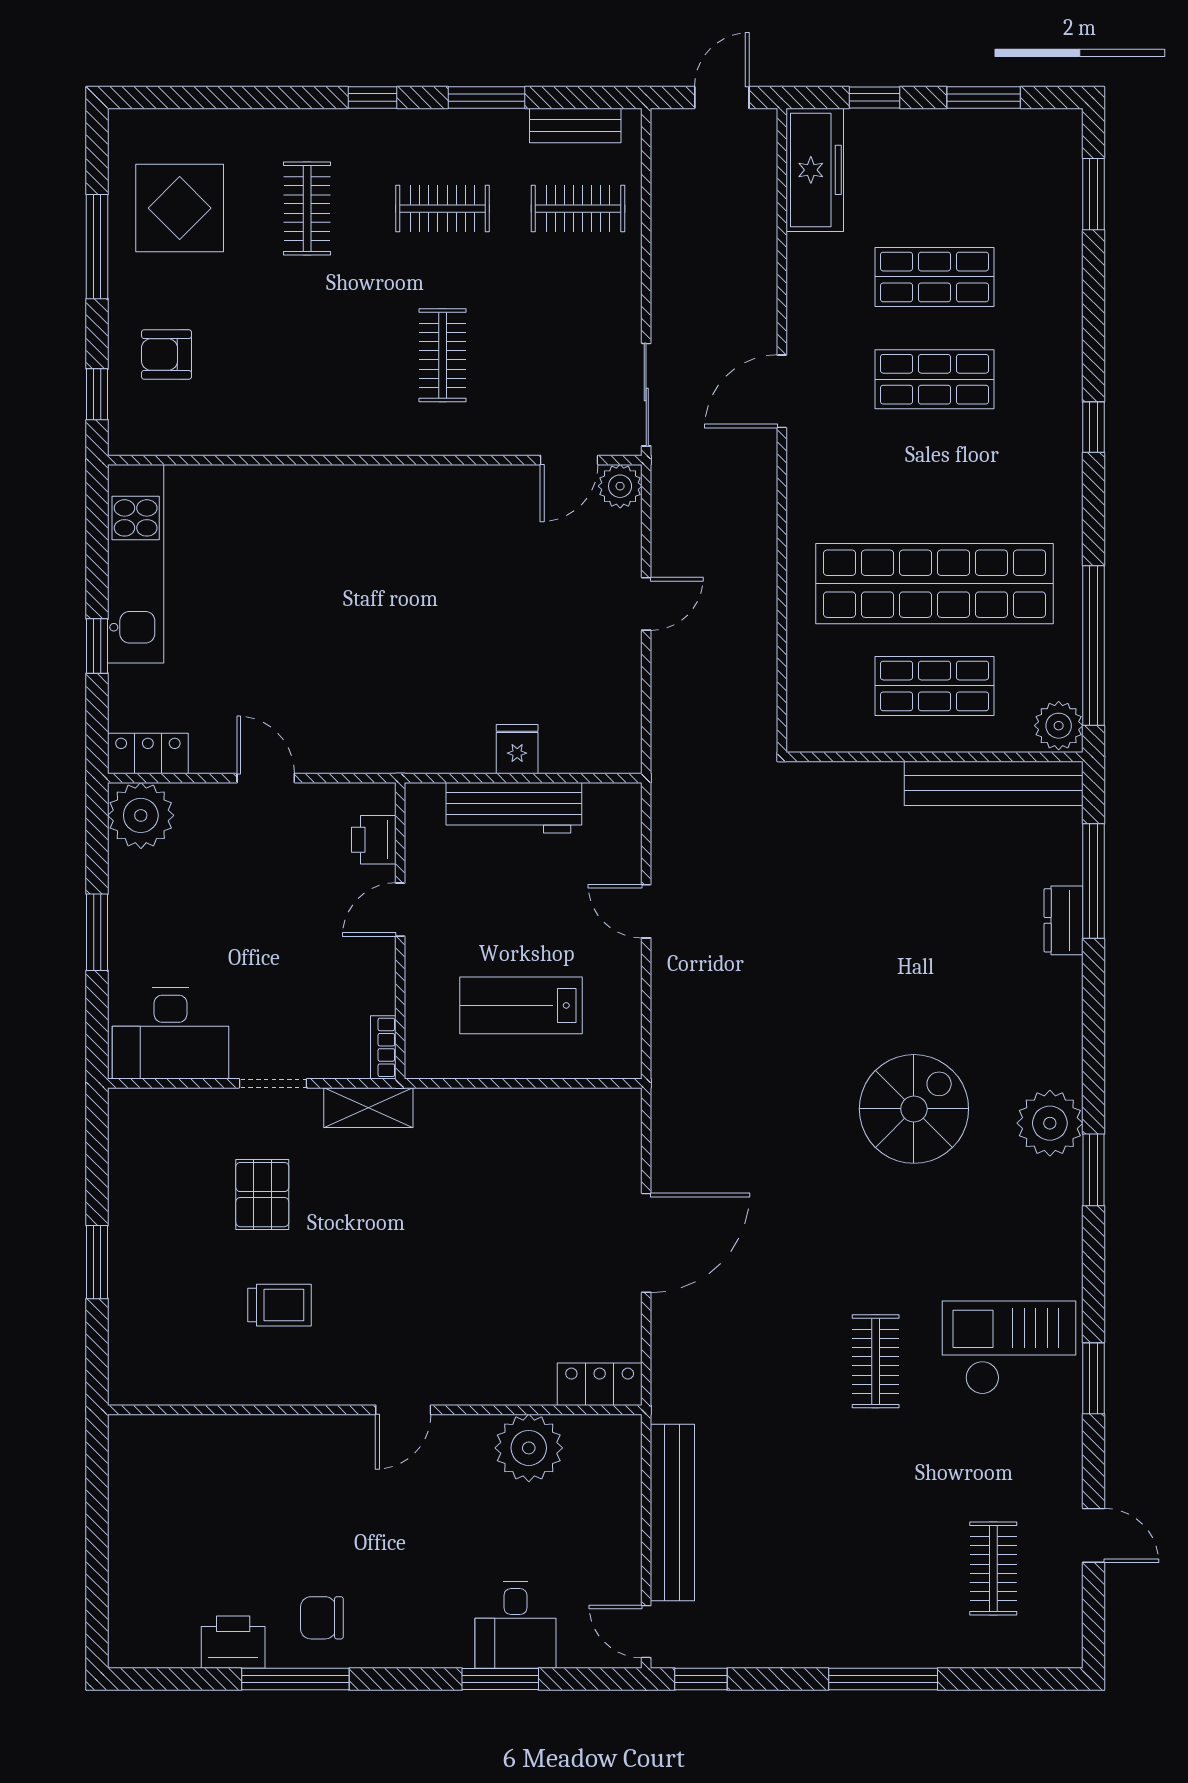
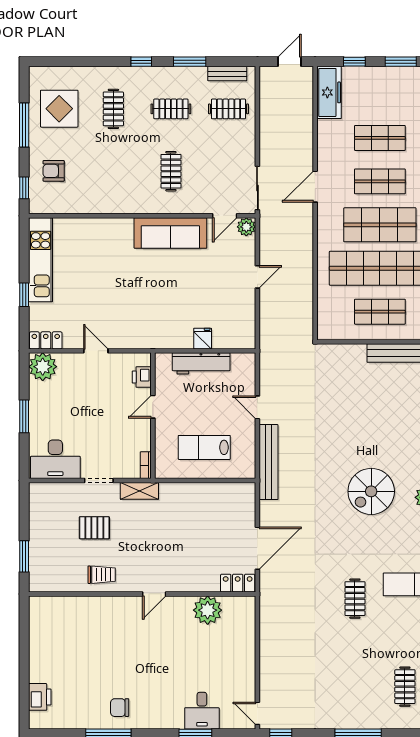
shop shelf: (934, 481) -> (380, 225), added
sofa: (441, 501) -> (170, 233), added
spiral stairs: (914, 1109) -> (371, 491), turned 180
pallet: (262, 1195) -> (94, 528), turned 90
locker: (600, 1384) -> (238, 583), moved
wall: (375, 1410) -> (142, 594), moved
door: (403, 1410) -> (154, 594), moved
plant: (529, 1448) -> (208, 610), moved
bench: (672, 1512) -> (269, 462), moved
printer: (233, 1642) -> (40, 697), moved, turned 90

